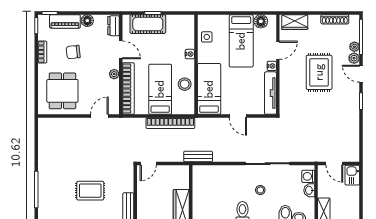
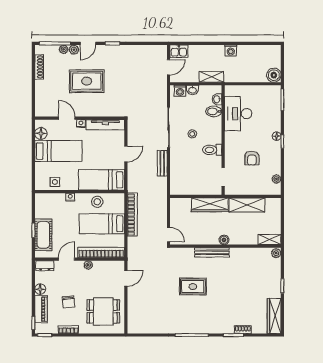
wardrobe: (295, 22) -> (42, 103), removed
door: (99, 116) -> (126, 278), swing flipped
bench: (198, 157) -> (162, 163), moved
rug: (90, 191) -> (193, 287), turned 90

